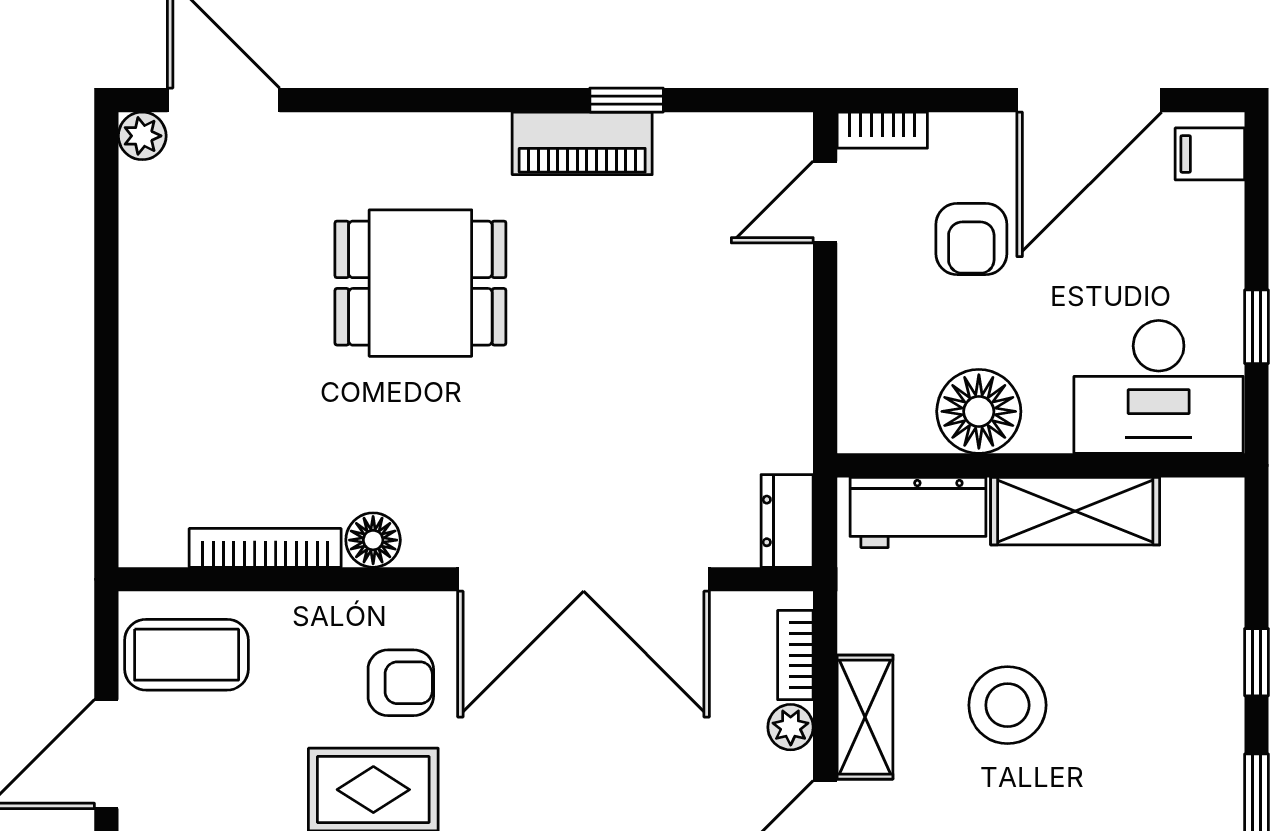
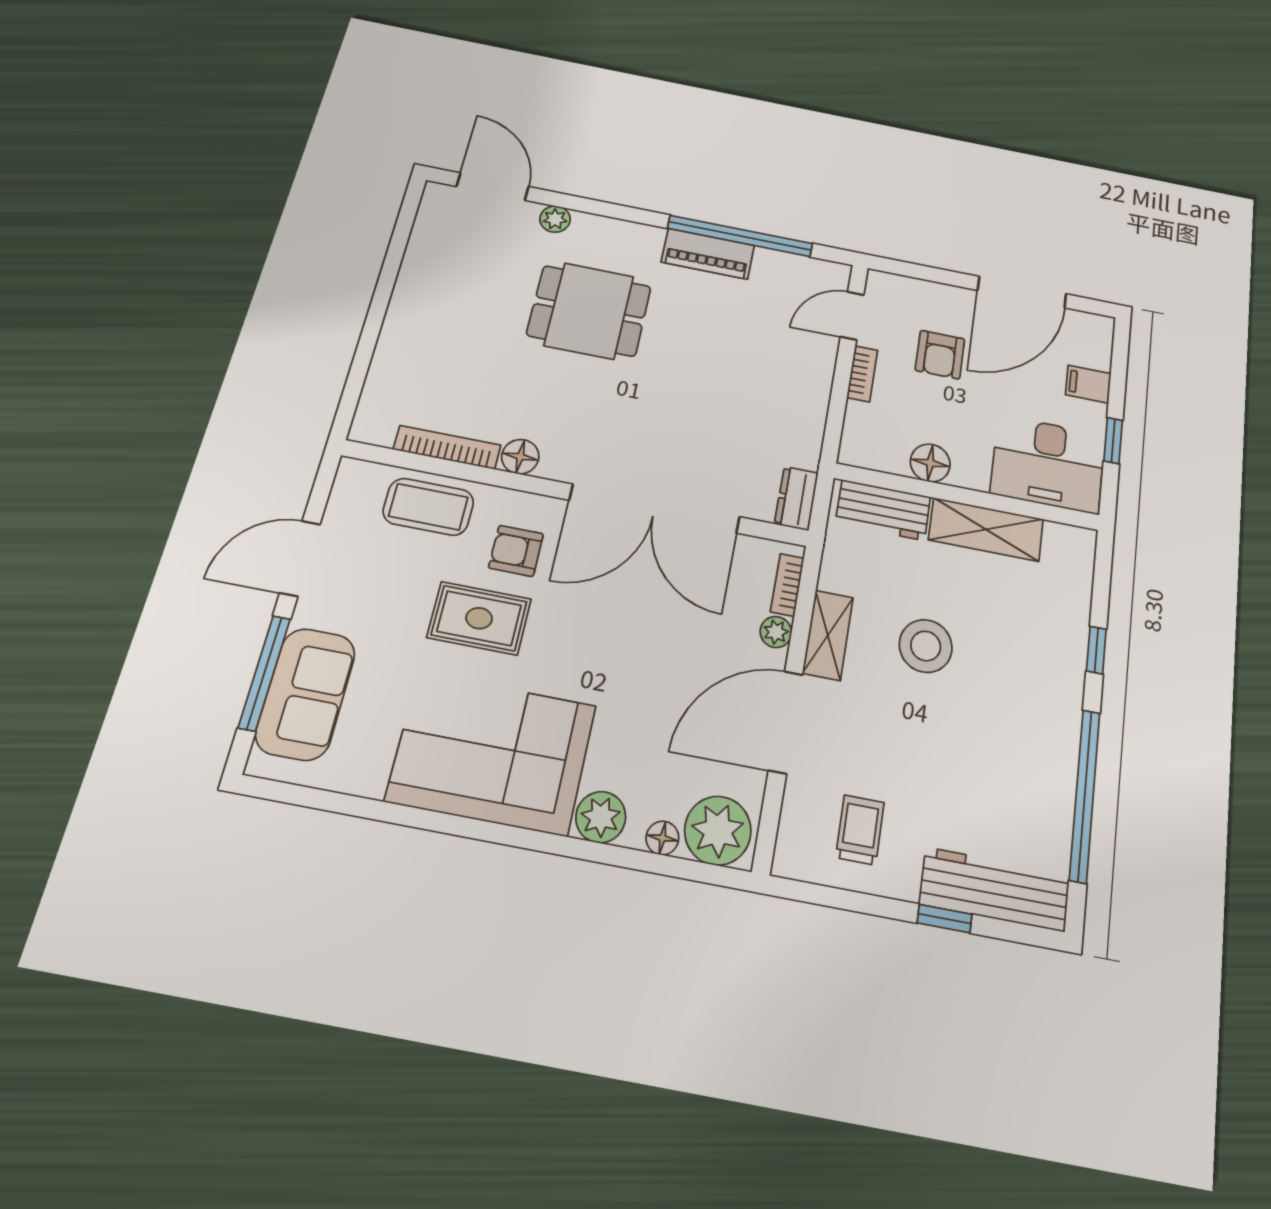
window: (627, 100) -> (740, 236), width x3.17
bookcase: (882, 130) -> (862, 374), moved, turned -90
plant: (142, 136) -> (555, 219), moved
filing cabinet: (1210, 154) -> (1088, 384), moved
floor lamp: (979, 411) -> (930, 463), width x0.73, depth x0.73
coffee table: (187, 655) -> (428, 507), moved
armchair: (401, 683) -> (516, 551), turned 180

